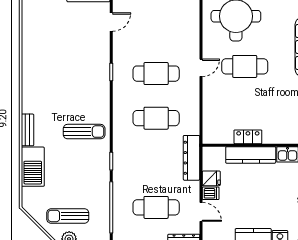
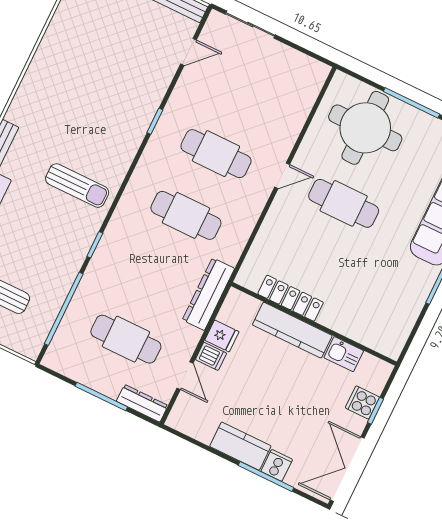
locker: (248, 137) -> (291, 298), width x1.53

